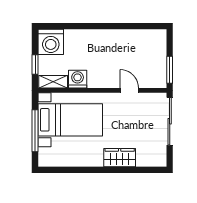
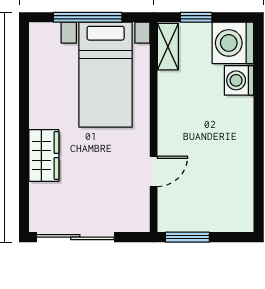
washing machine: (78, 79) -> (239, 80), moved, turned 180
sliding door: (170, 121) -> (75, 237), moved

